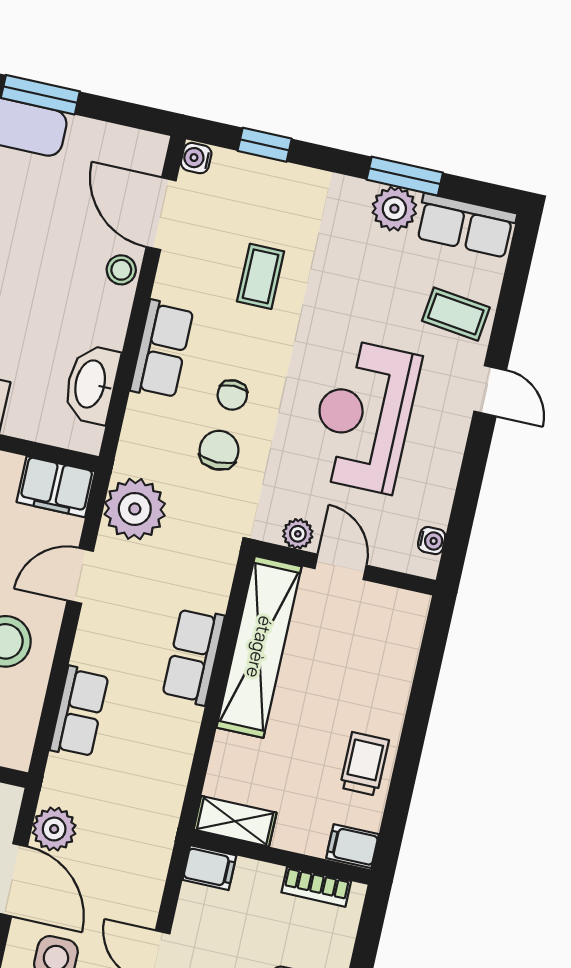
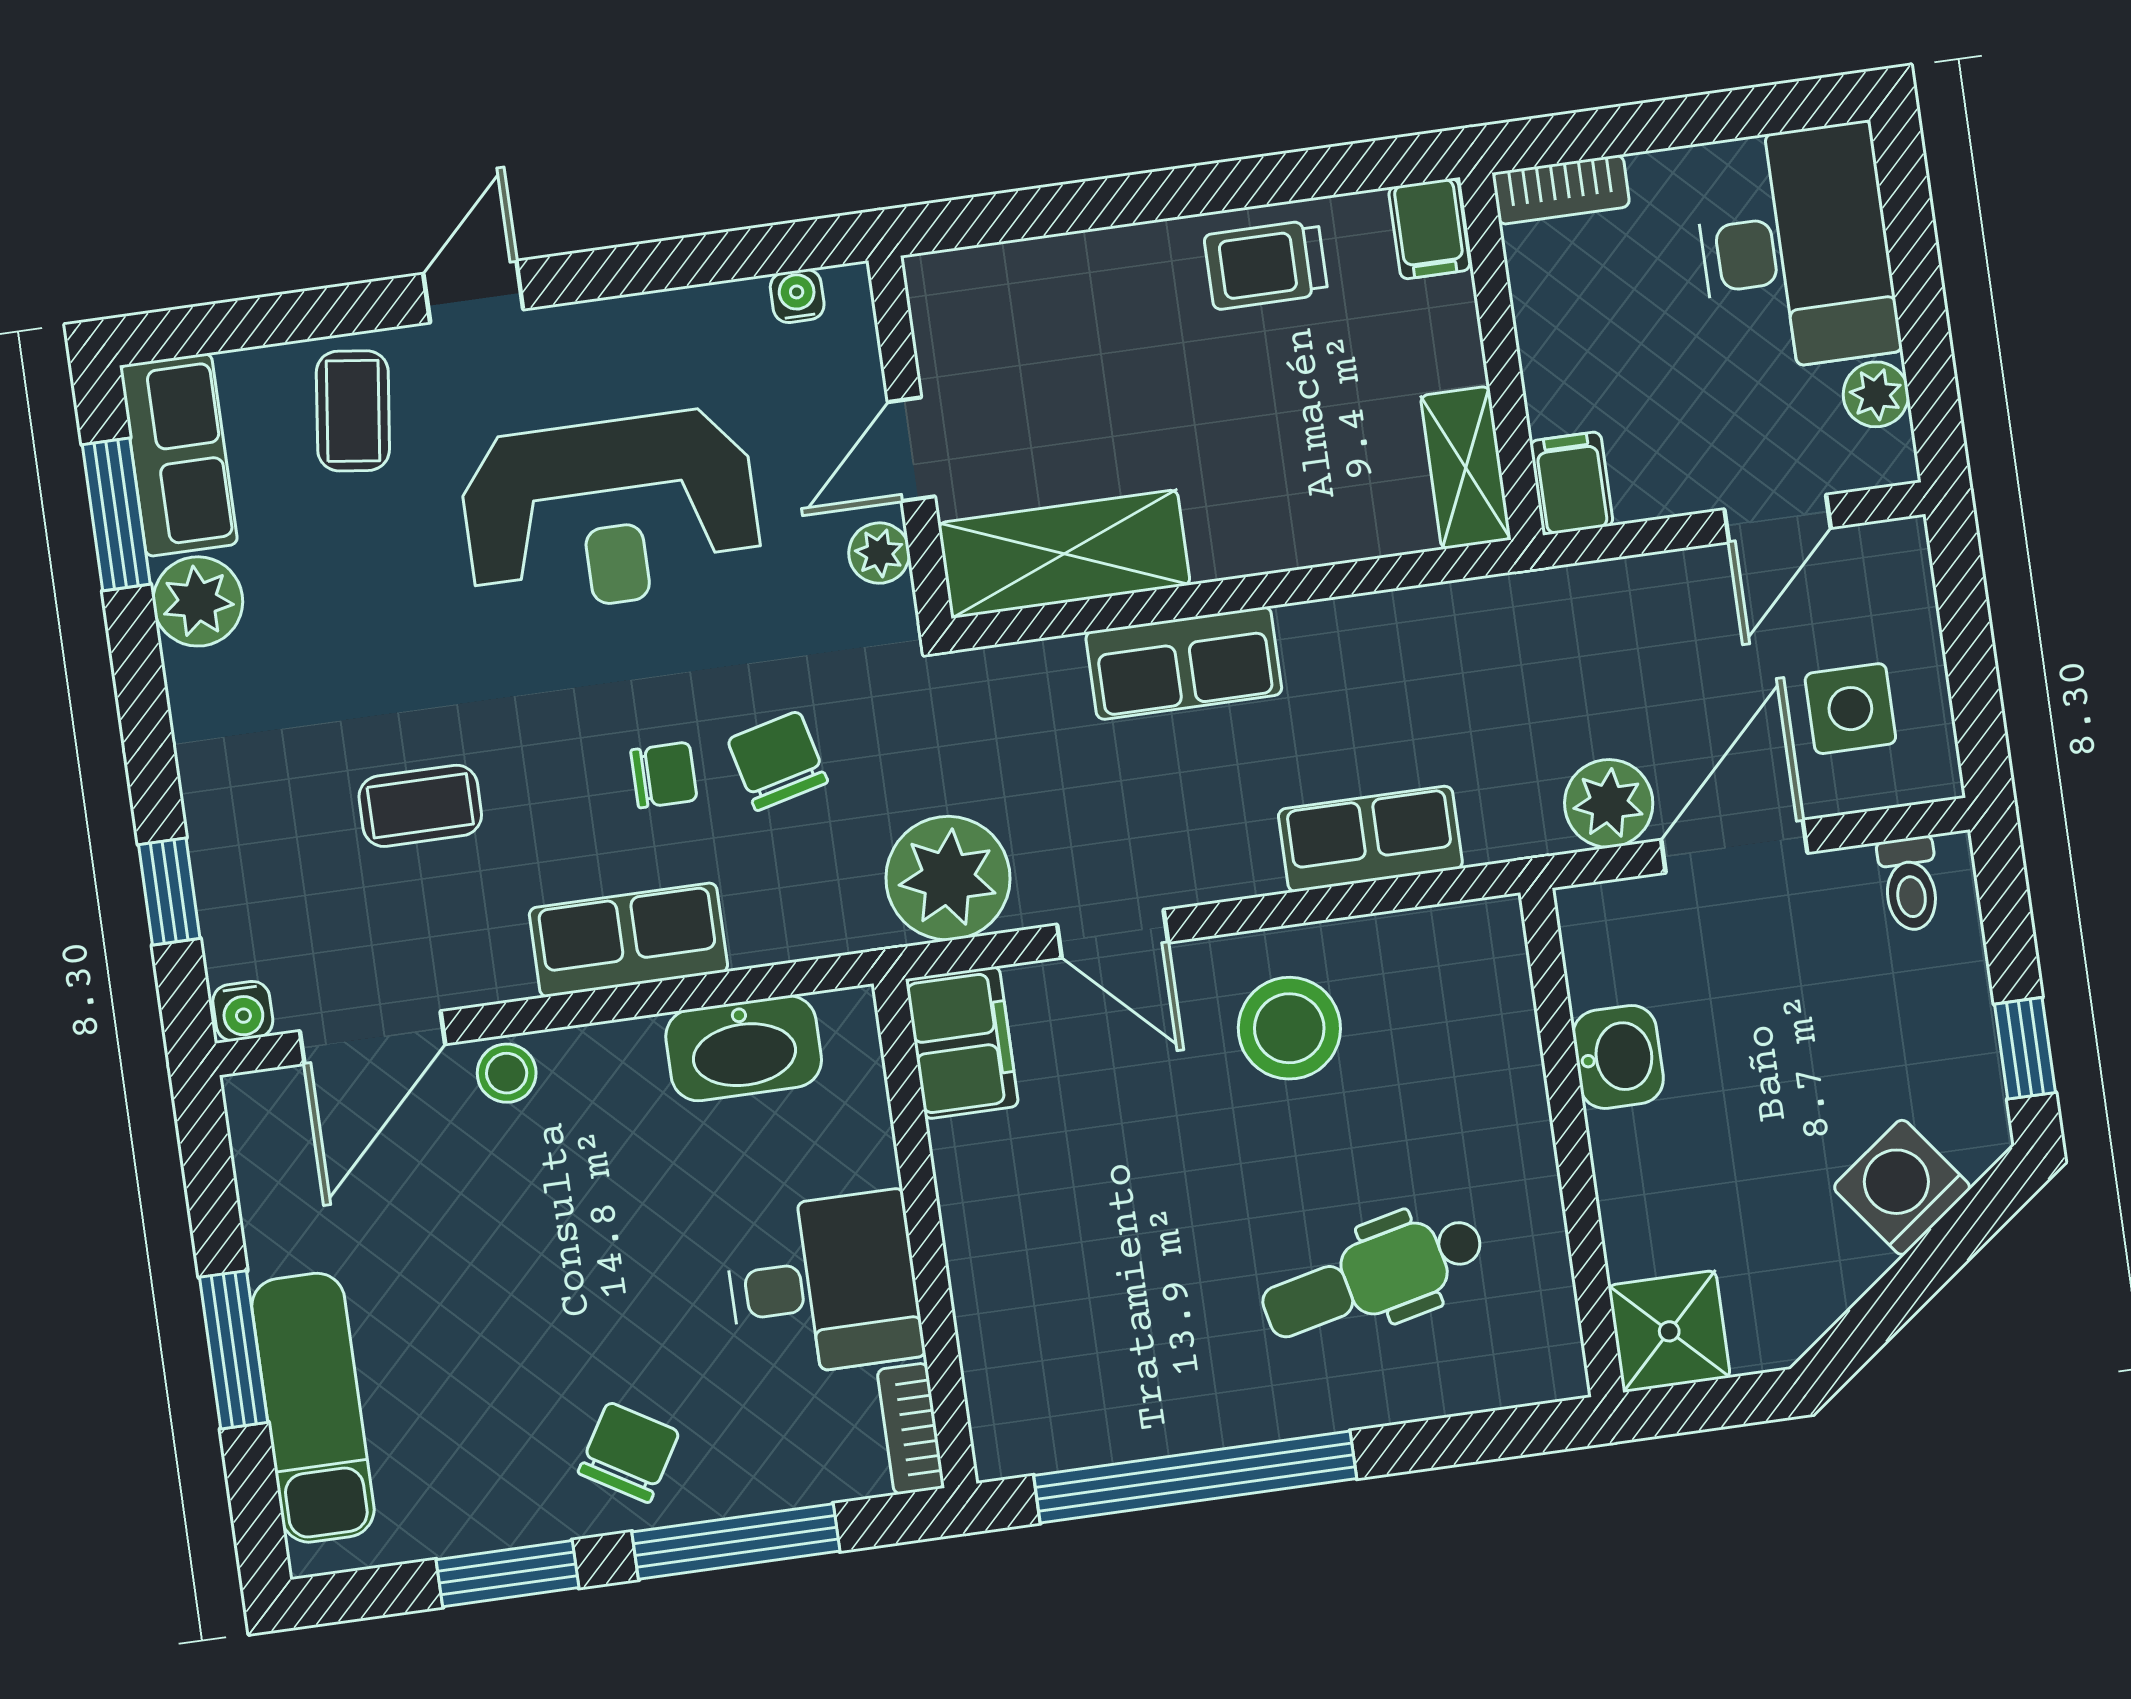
window: (405, 176) -> (116, 514), moved
chair: (219, 450) -> (778, 761), turned 76
shelving: (259, 647) -> (1064, 554), width x0.68
bookcase: (316, 887) -> (1561, 190), moved, turned 90

